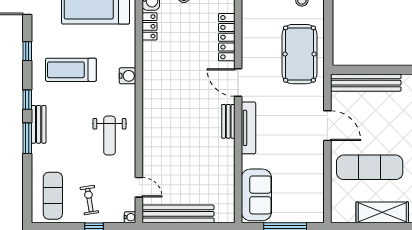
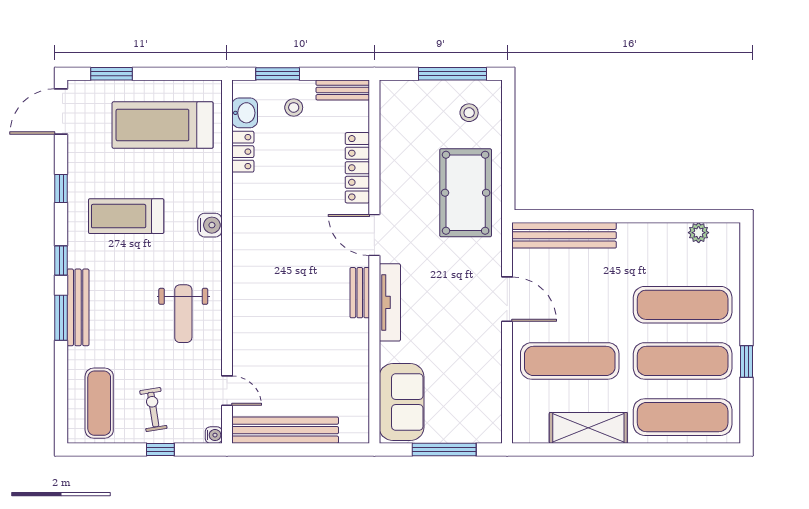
bench: (39, 124) -> (78, 307), width x1.36

